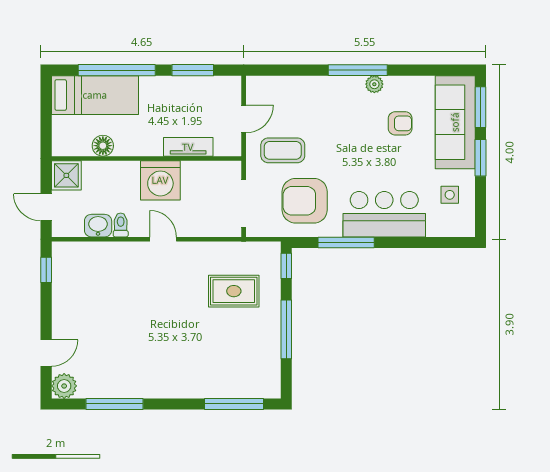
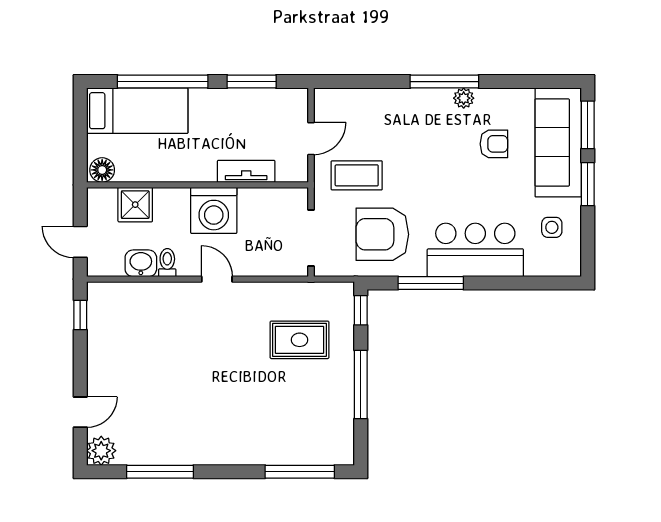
floor lamp: (103, 146) -> (102, 170), moved
shower: (66, 175) -> (135, 205), moved

